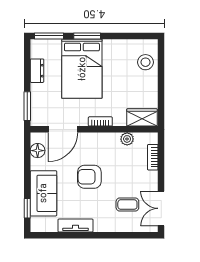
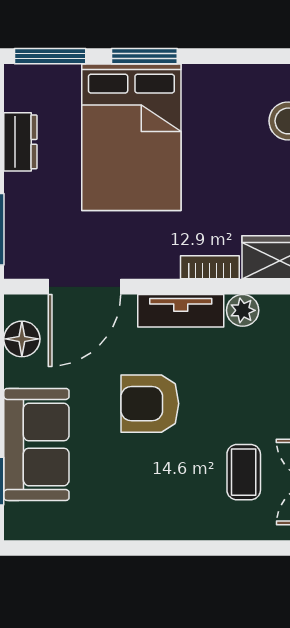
bookcase: (100, 121) -> (210, 267), moved
coffee table: (127, 205) -> (244, 472), turned 90
tv unit: (76, 225) -> (181, 311), moved, turned 180

